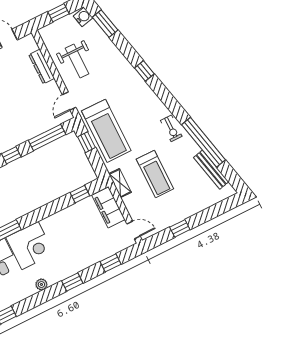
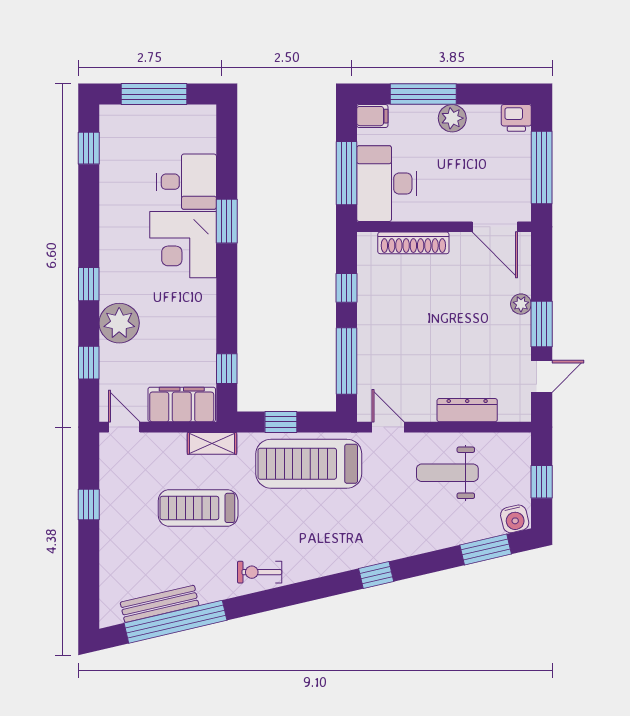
window: (87, 142) -> (281, 422), moved
window: (203, 142) -> (176, 622), moved
door: (133, 230) -> (124, 427), swing flipped
plant: (41, 284) -> (119, 323), moved, width x1.87, depth x1.87

